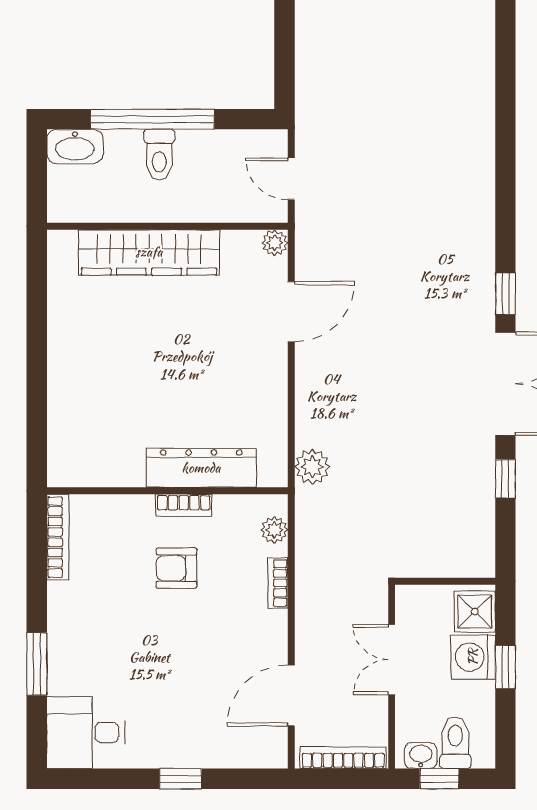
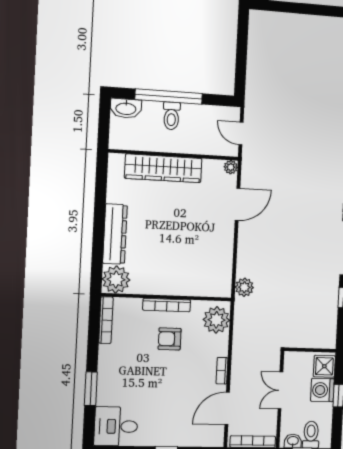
plant: (73, 462) -> (116, 279), added
dresser: (201, 468) -> (115, 234), moved, turned 90
bookcase: (184, 505) -> (167, 305), width x1.56
plant: (274, 530) -> (216, 320), width x1.87, depth x1.87
bookcase: (278, 583) -> (222, 371), moved

